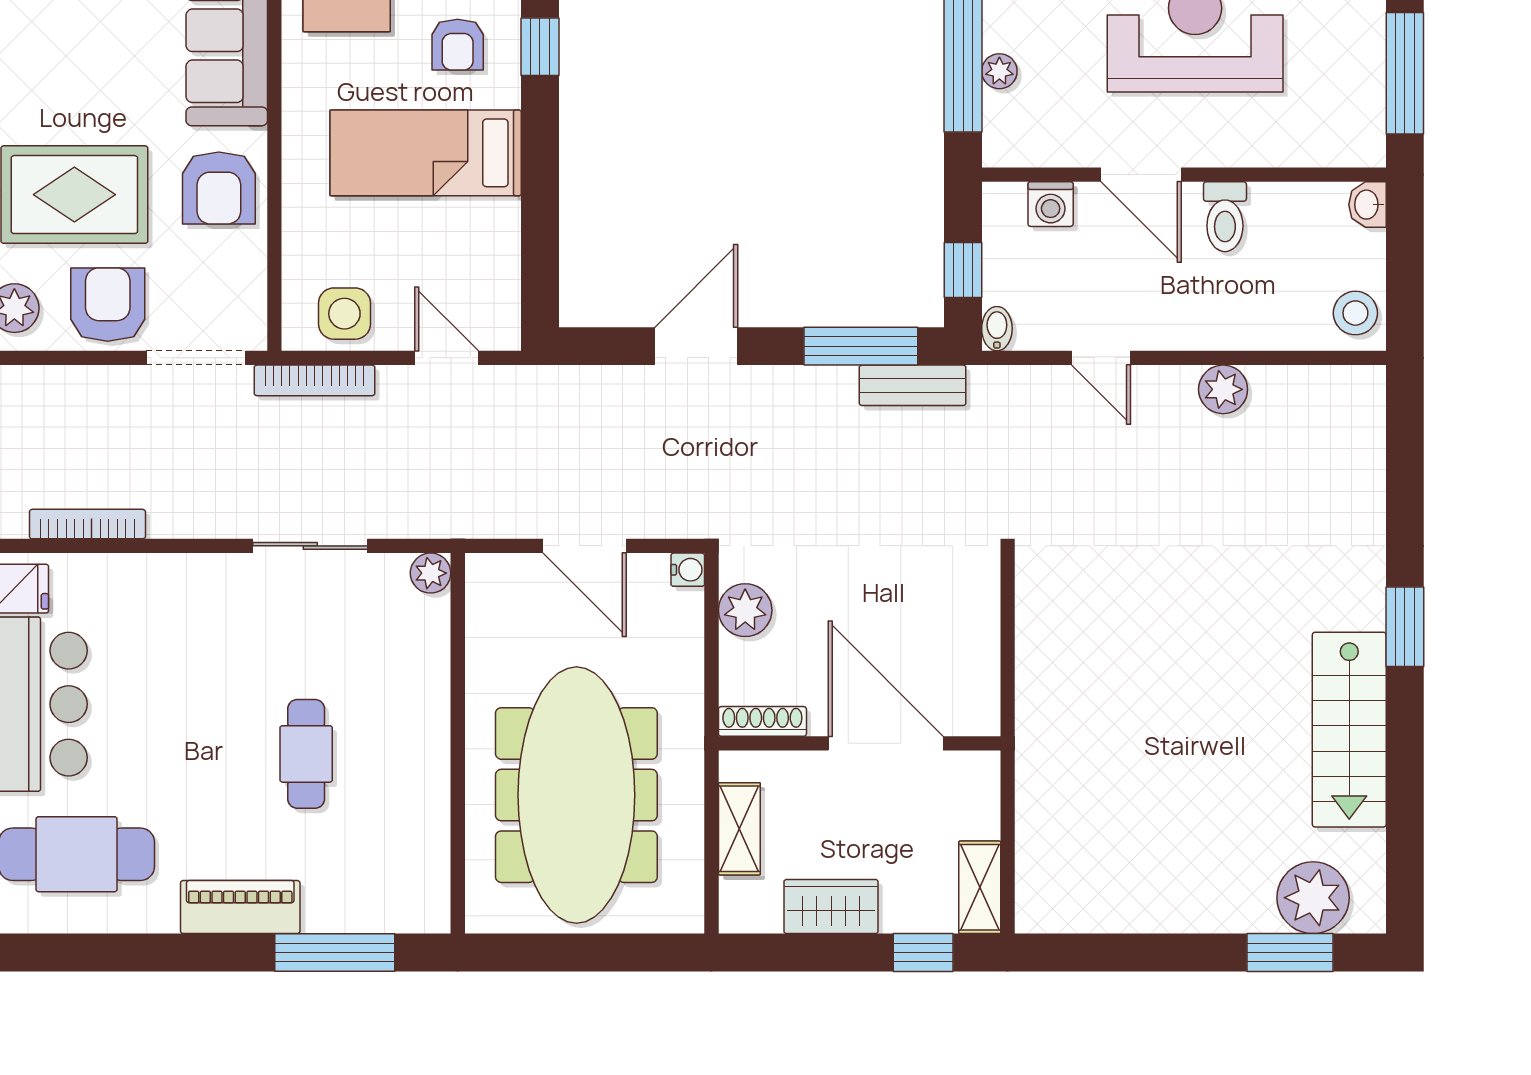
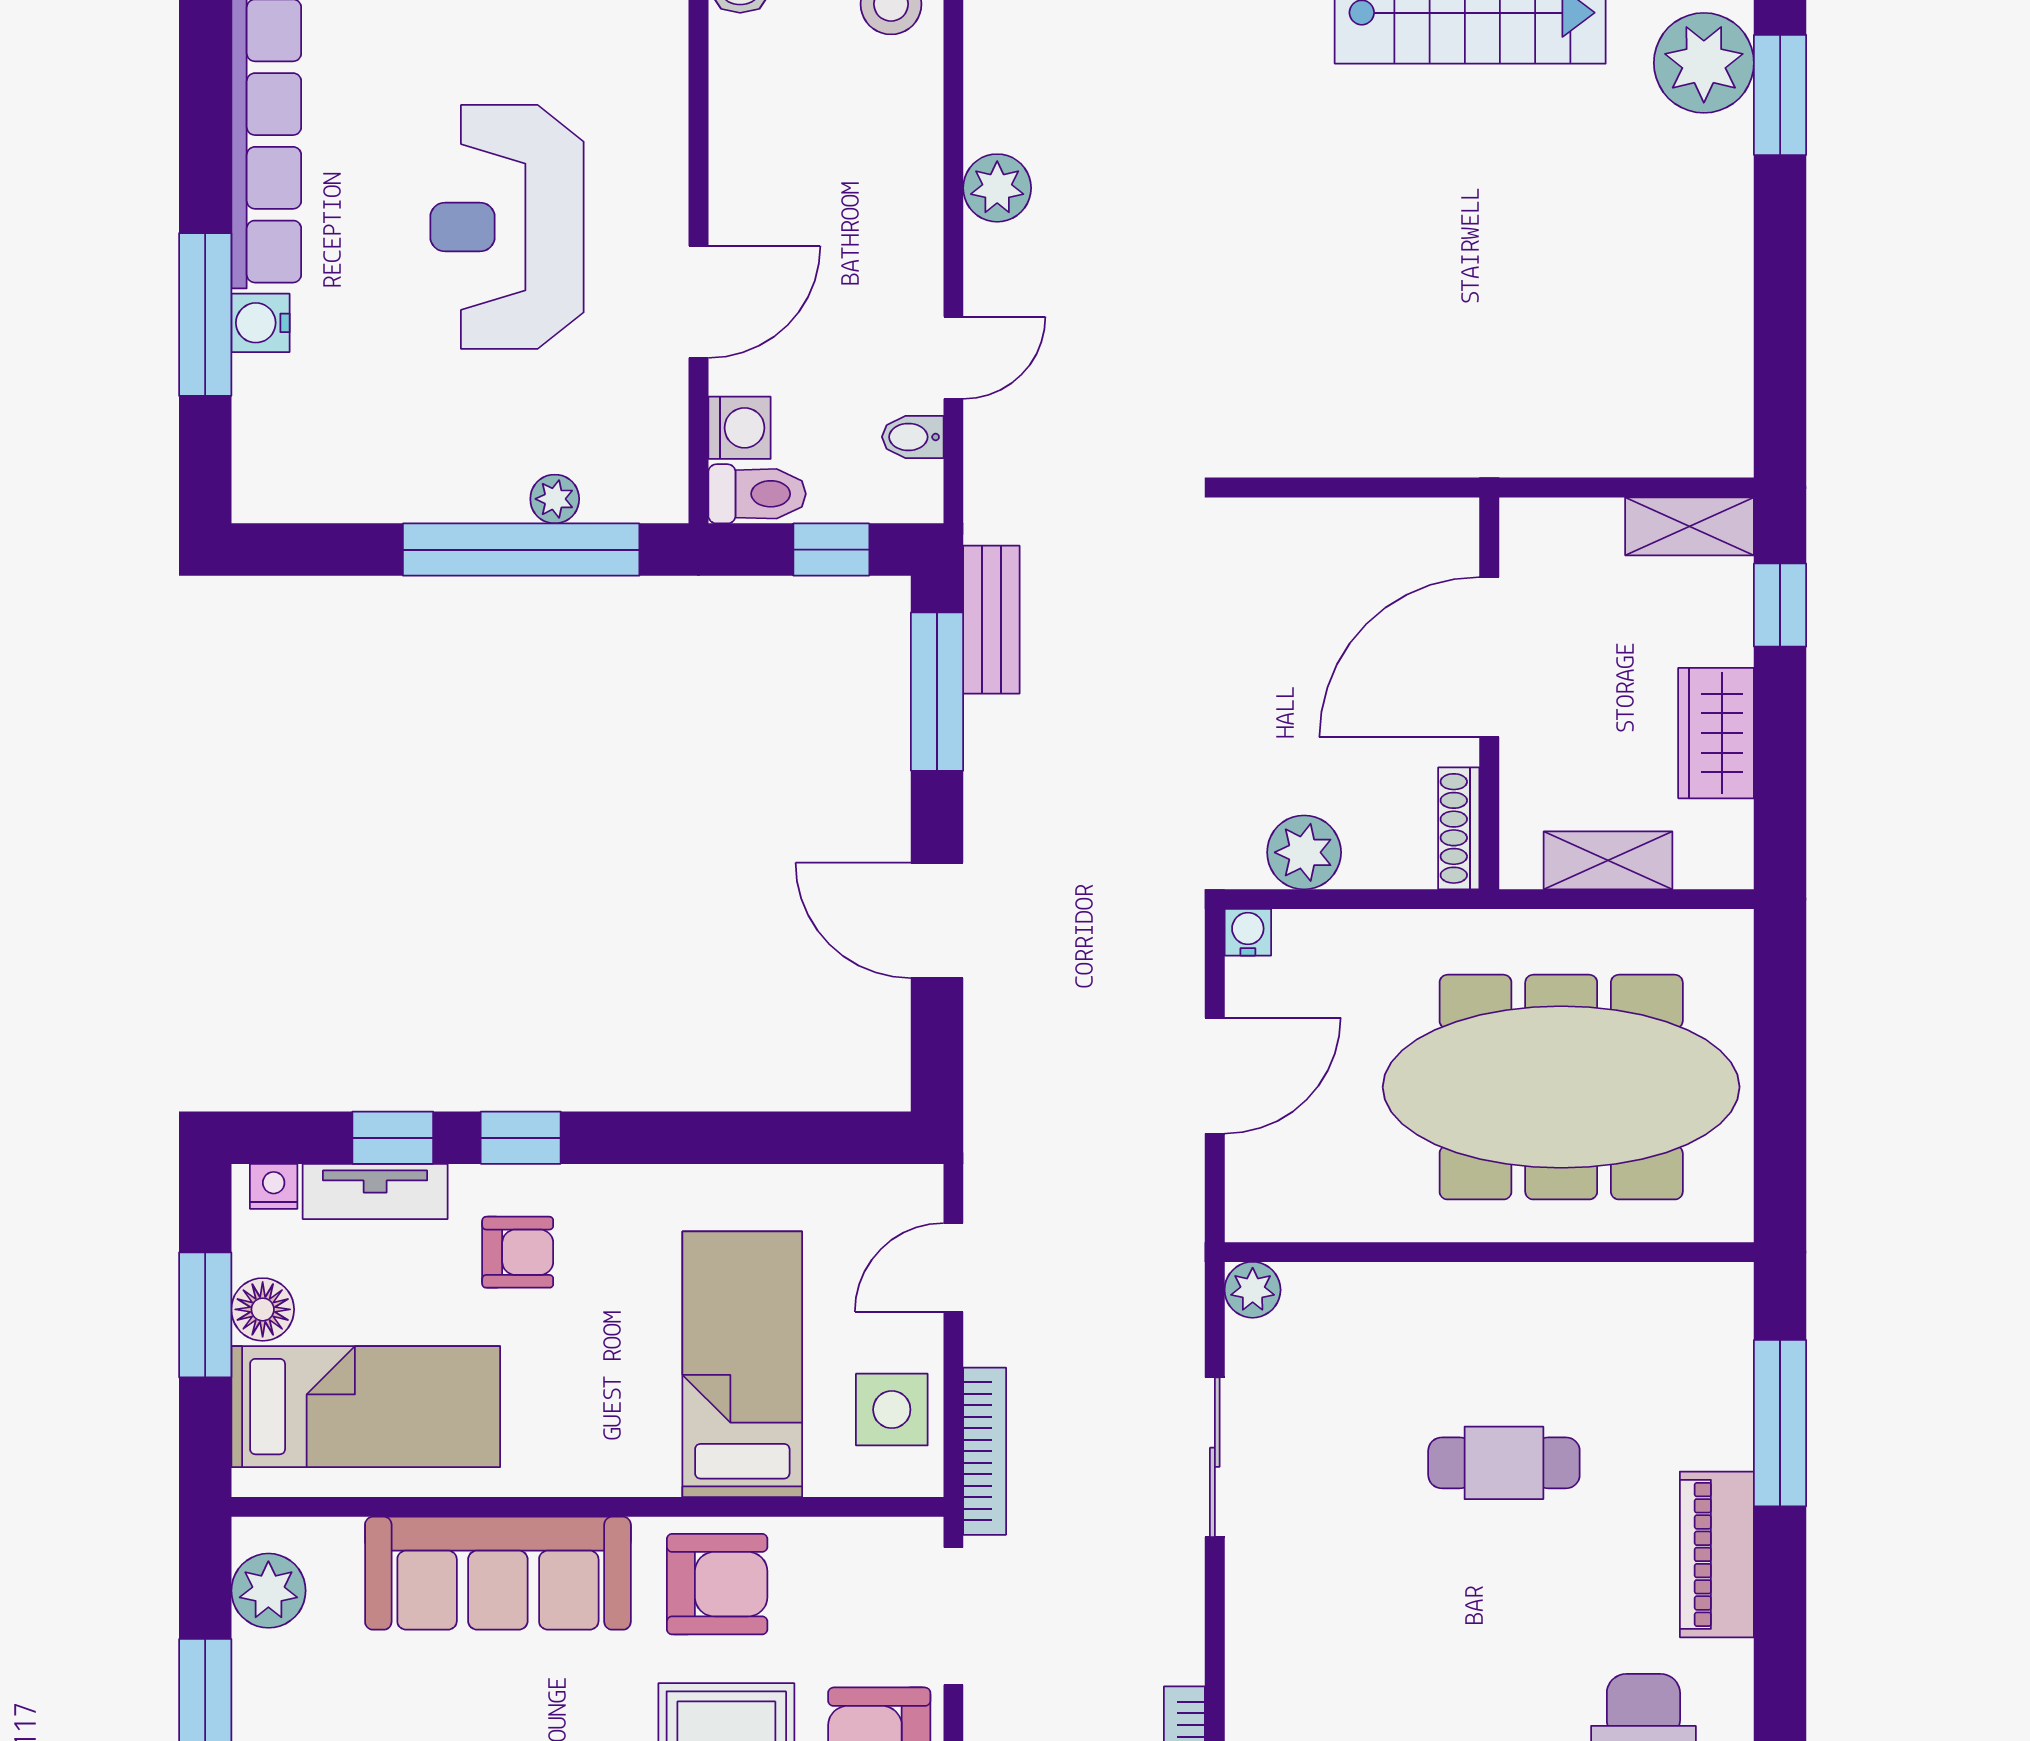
bed: (426, 153) -> (742, 1364), moved, turned 180
toilet: (1225, 217) -> (757, 494), moved
bidet: (997, 329) -> (913, 437), moved

